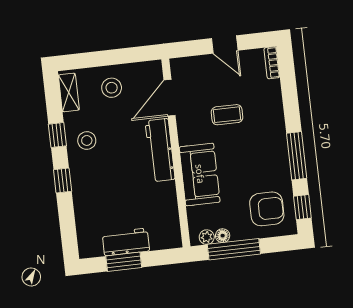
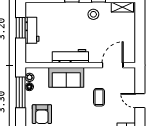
door: (225, 44) -> (140, 101), hinge flipped
stool: (112, 88) -> (122, 32), removed
door: (170, 98) -> (113, 65), hinge flipped
workbench: (160, 150) -> (70, 56), moved

